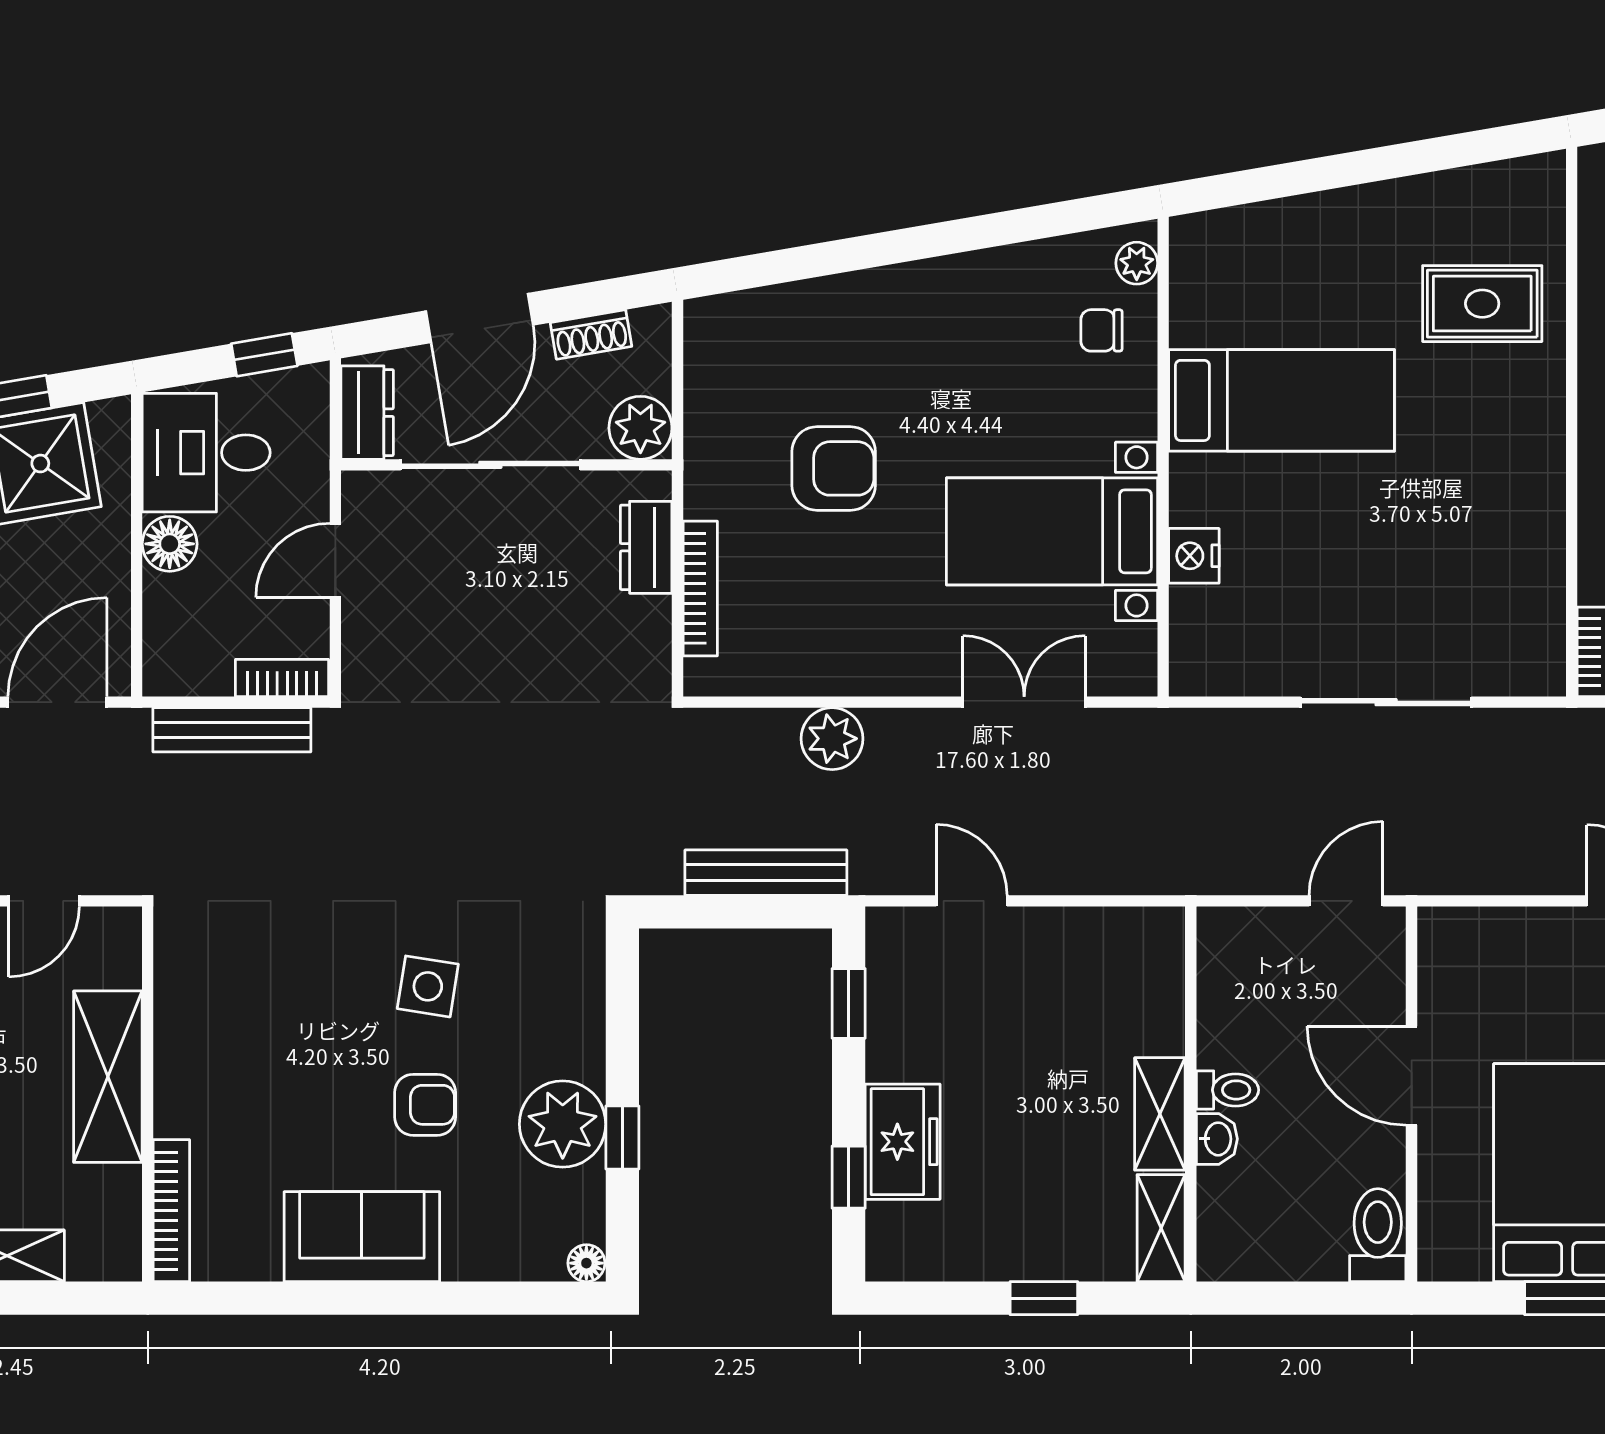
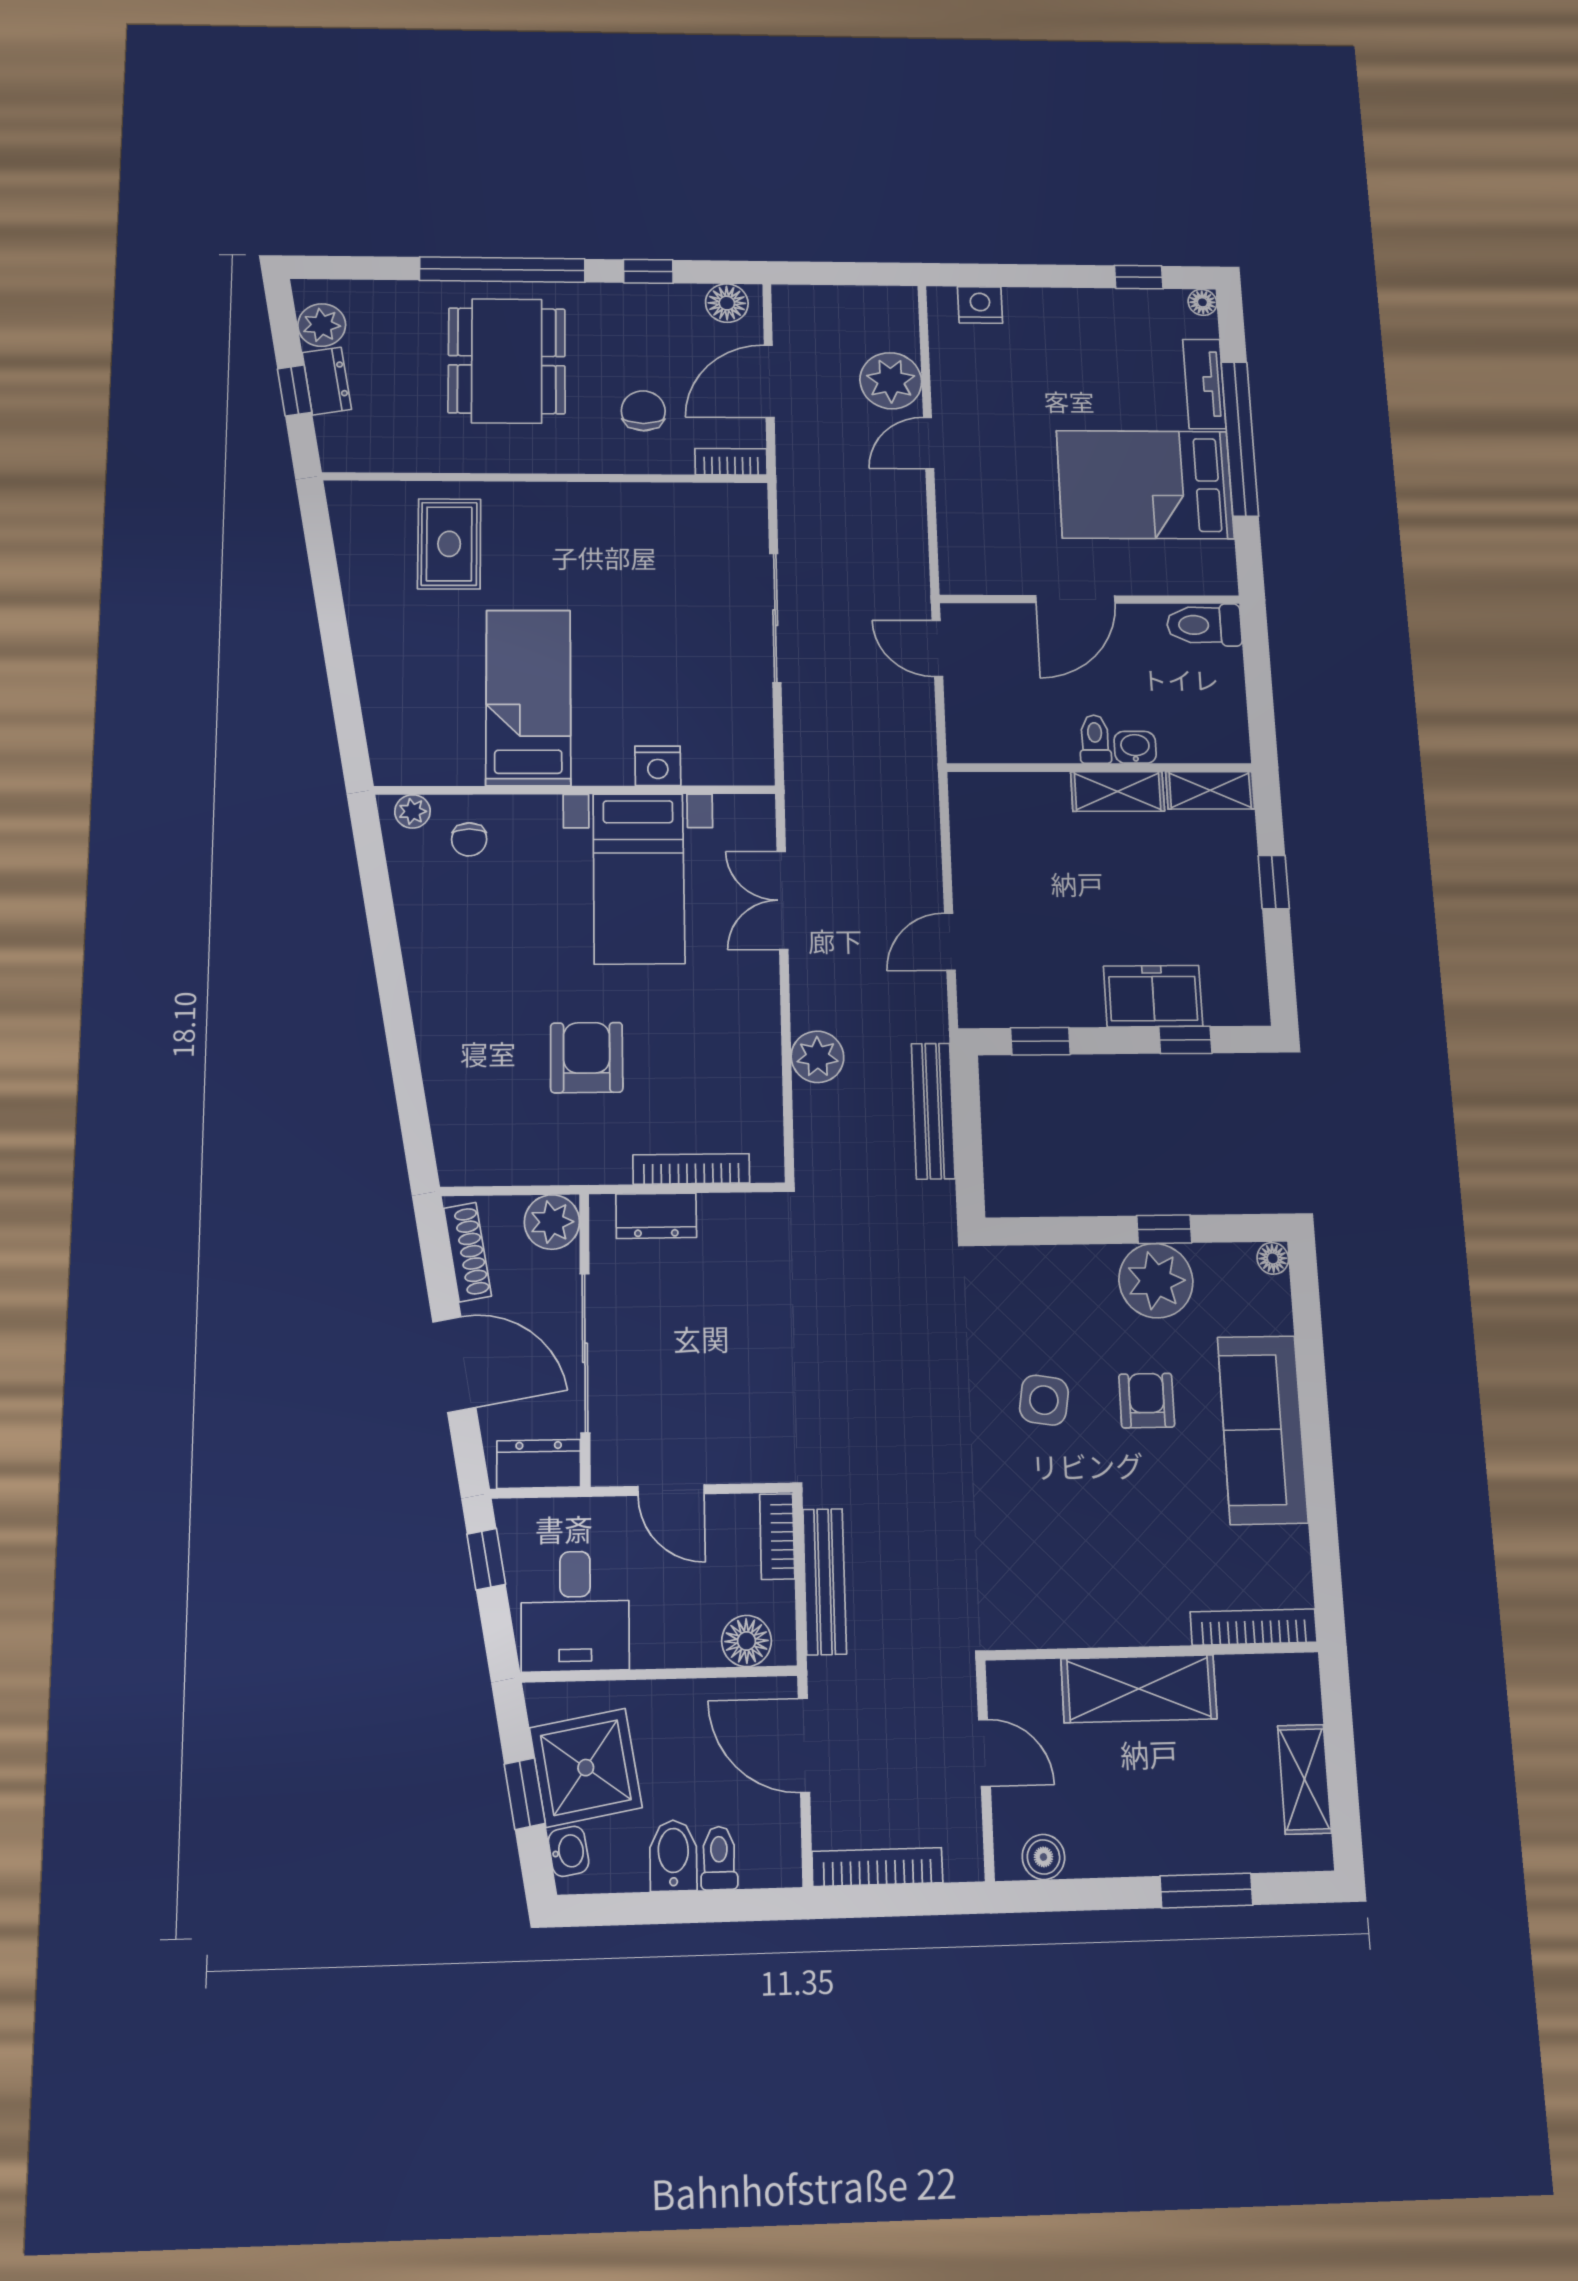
shoe rack: (591, 335) -> (467, 1252), width x1.43
floor lamp: (170, 544) -> (746, 1641), moved
sofa: (362, 1237) -> (1262, 1430), width x1.36

